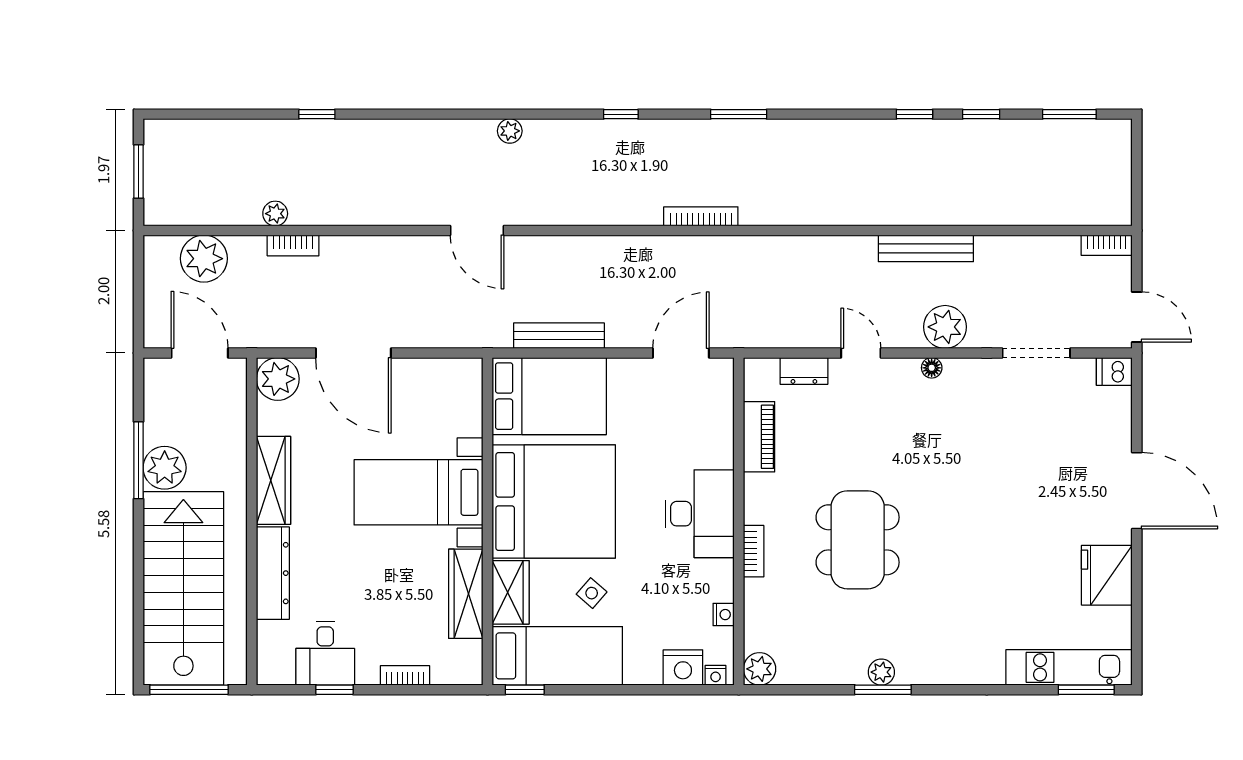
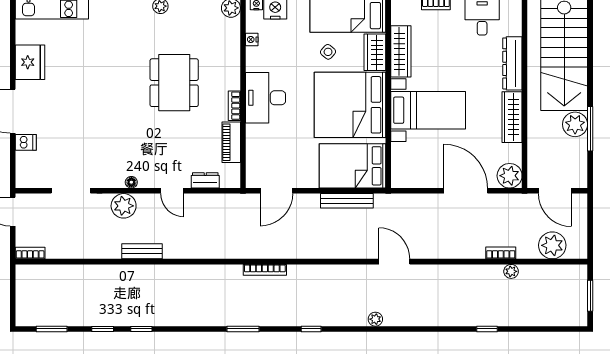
bench: (926, 248) -> (142, 251), width x0.73
dishwasher: (1114, 371) -> (26, 142), moved
bookcase: (754, 551) -> (234, 106), moved

